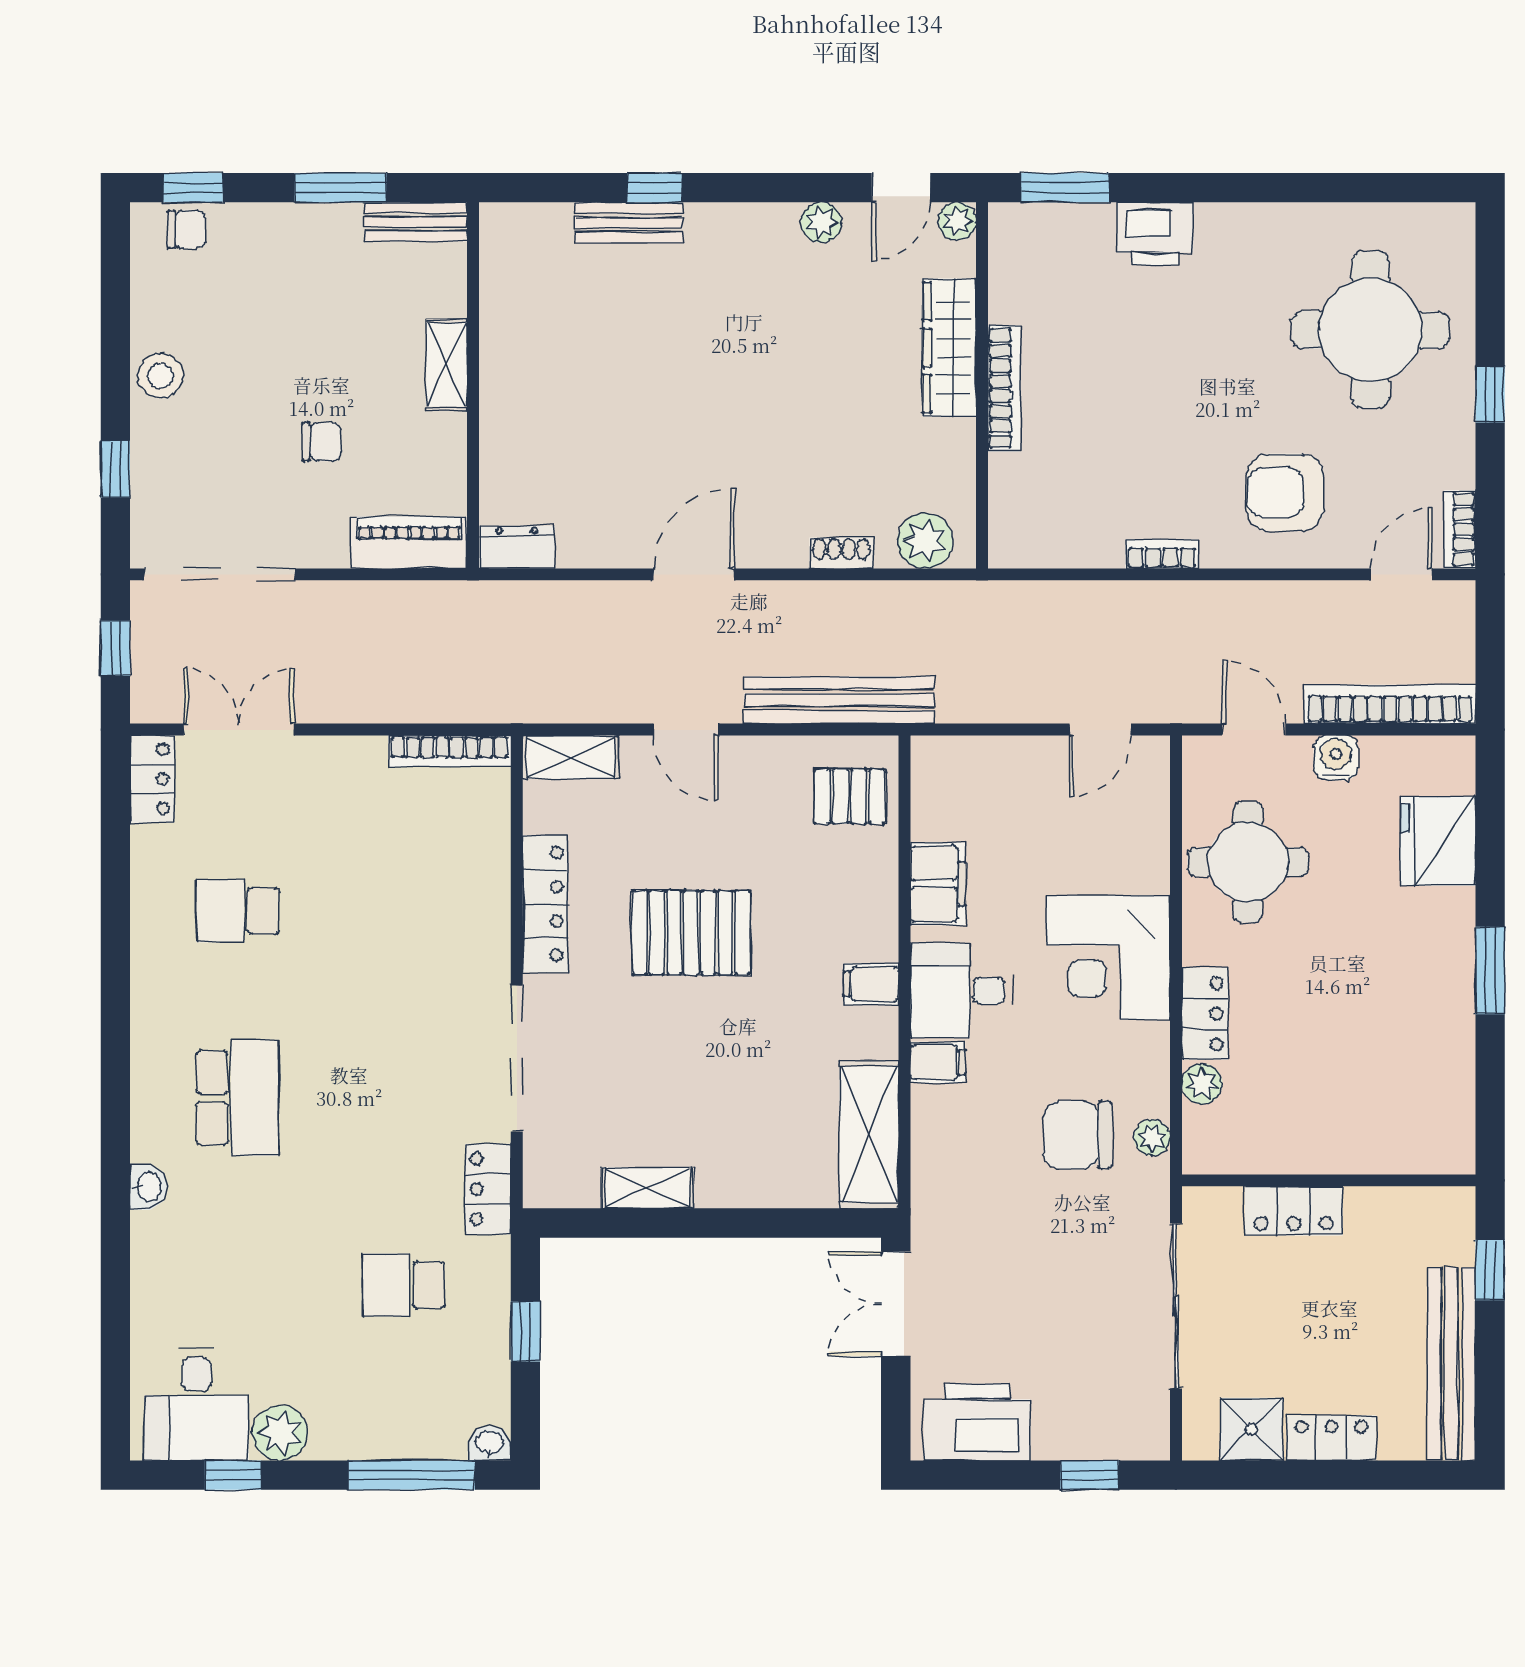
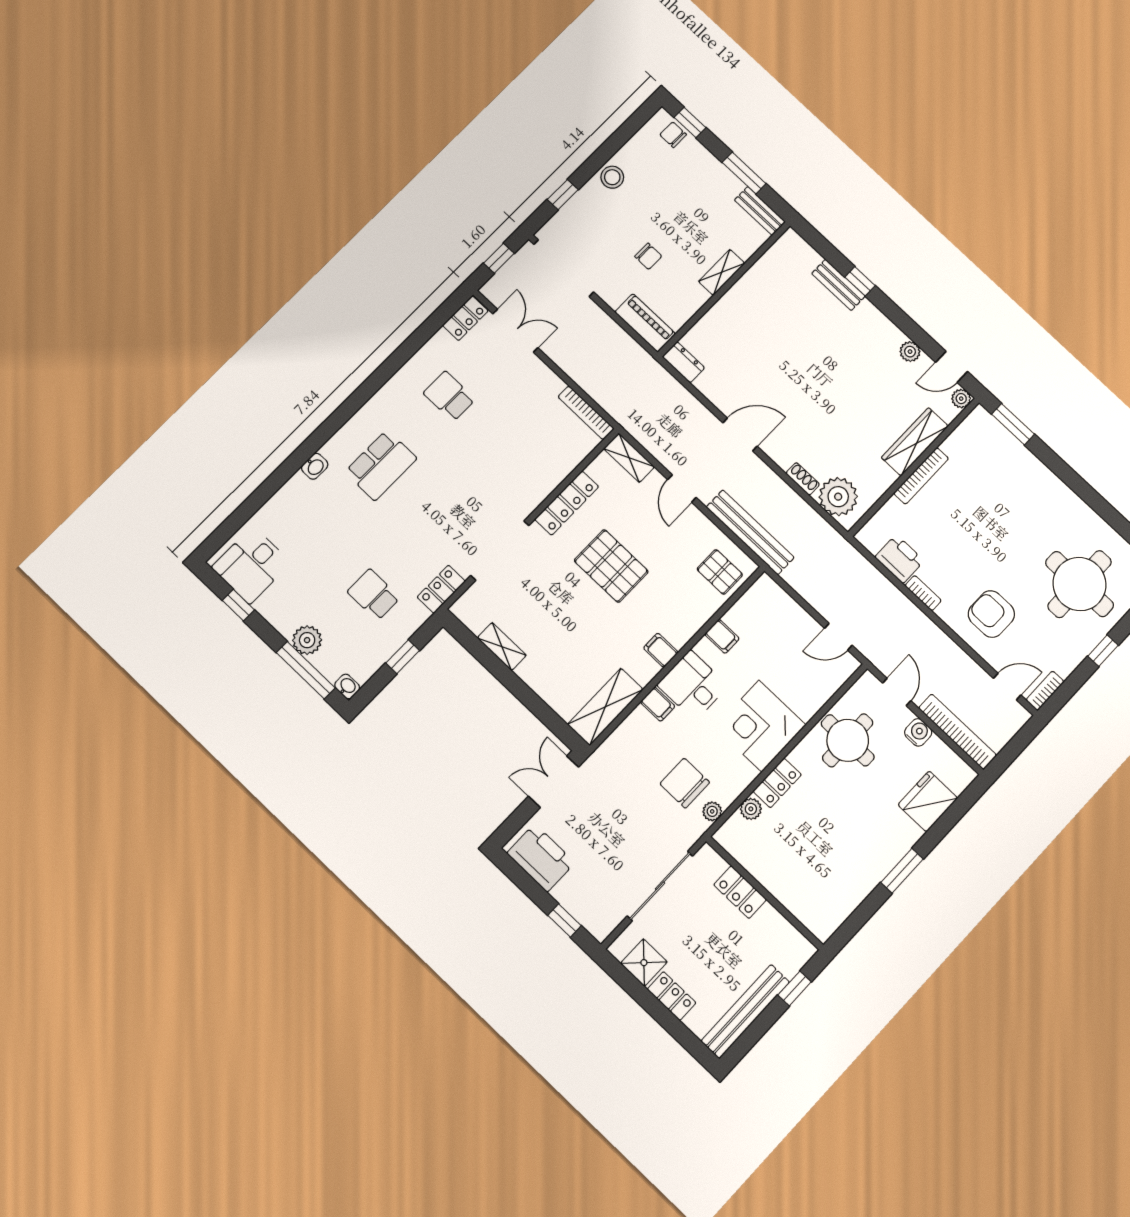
chair: (186, 229) -> (673, 135), turned 180
printer: (1155, 234) -> (900, 559), moved, turned 180
plant: (925, 541) -> (838, 497), width x1.36, depth x1.36
filing cabinet: (938, 884) -> (722, 636), width x0.50
plant: (280, 1433) -> (307, 640), moved

